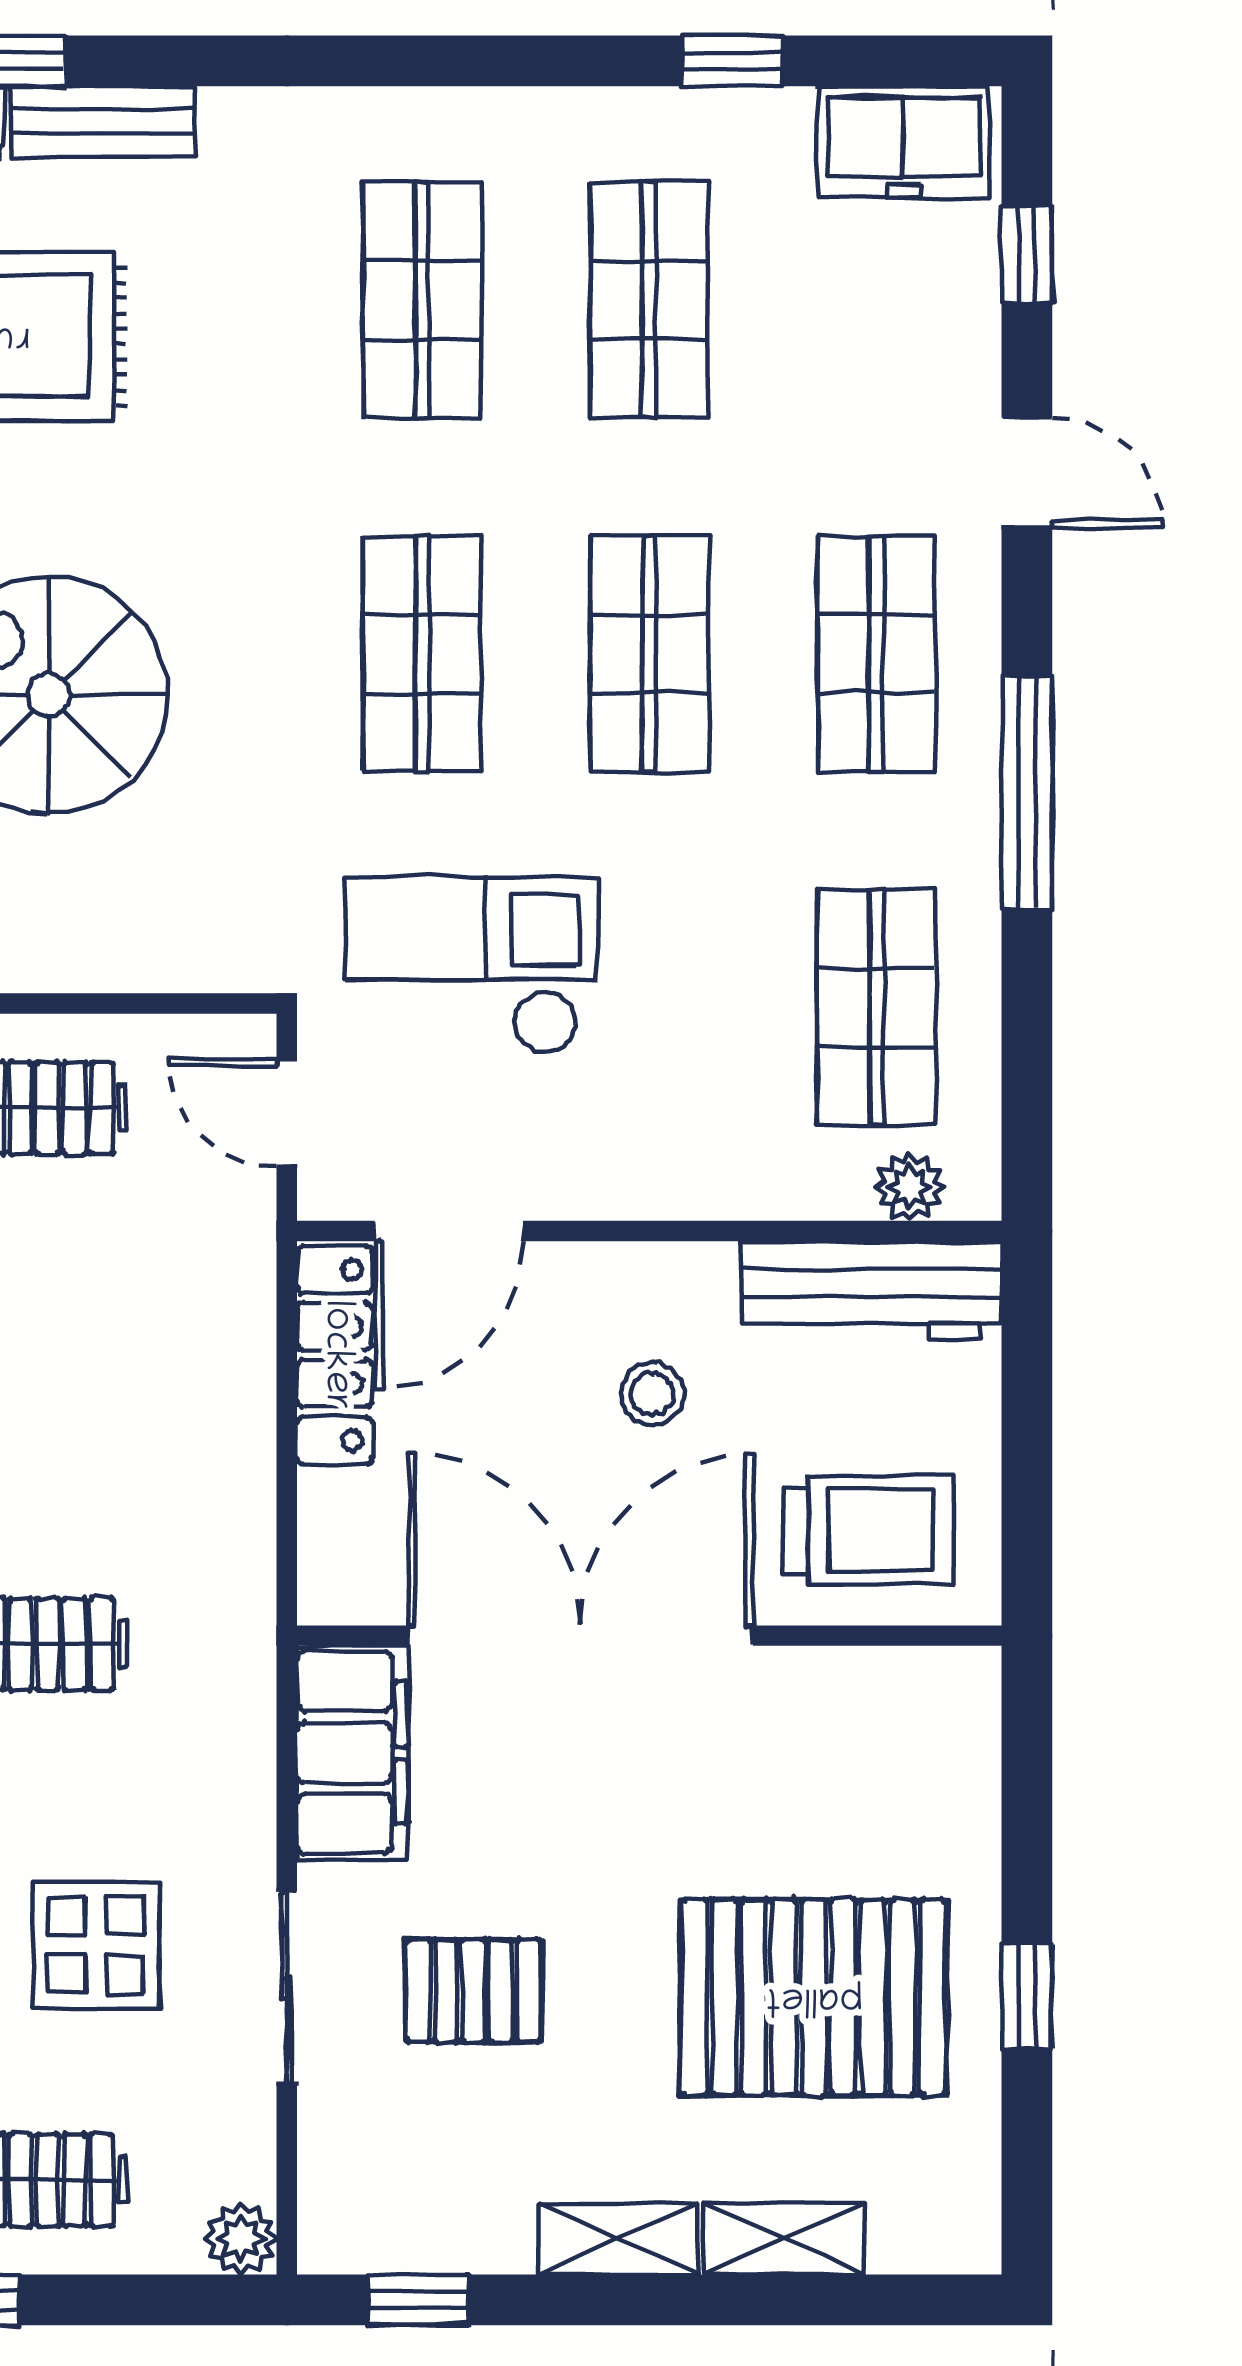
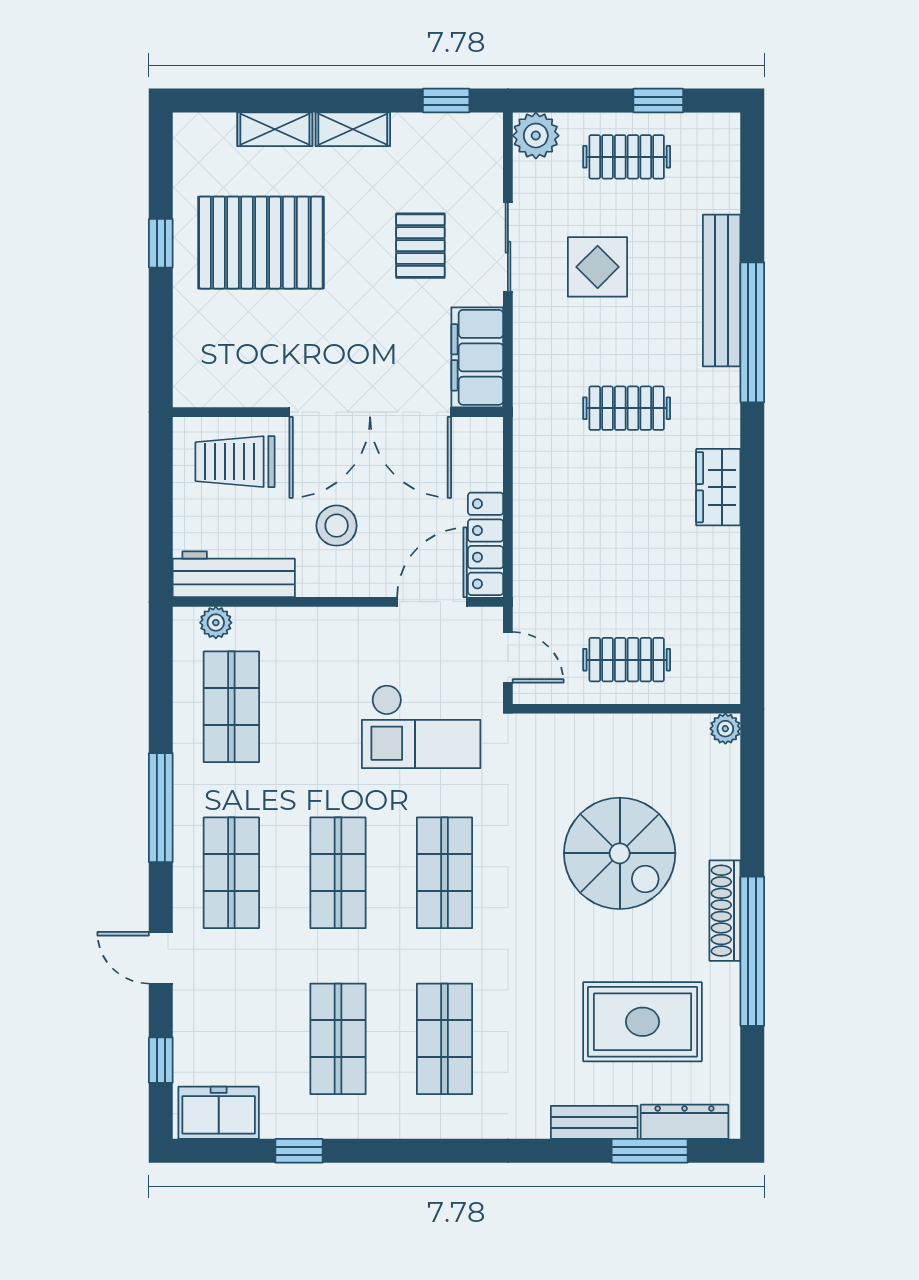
stool: (652, 1394) -> (337, 526), width x1.37, depth x1.37
pallet: (473, 1991) -> (420, 246), turned 90
plant: (241, 2239) -> (536, 136), width x1.38, depth x1.38

